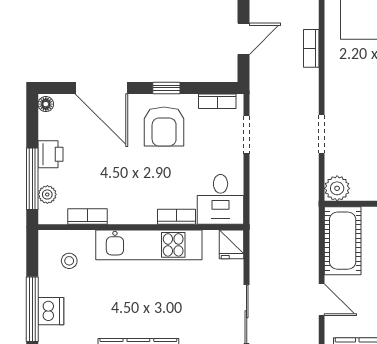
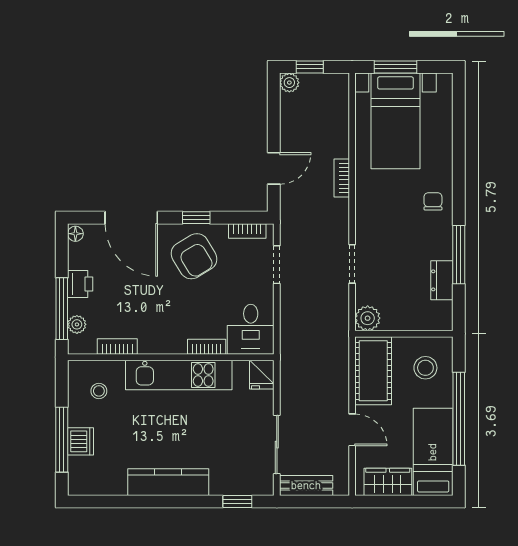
armchair: (164, 127) -> (194, 256), turned -31

